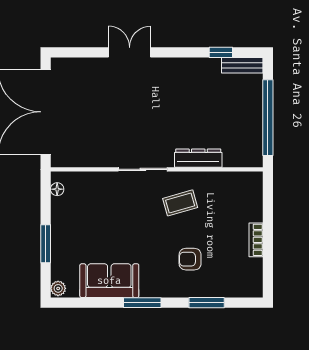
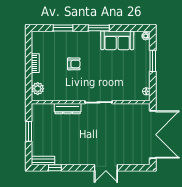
window: (268, 118) -> (29, 131), width x0.47
plant: (252, 194) -> (38, 89), added
coffee table: (180, 203) -> (78, 84), removed
armchair: (190, 259) -> (74, 64), moved

